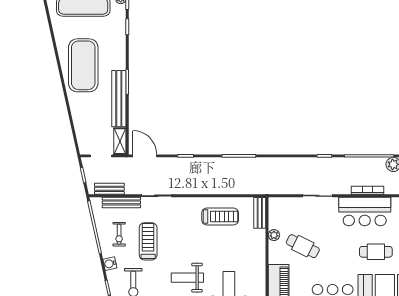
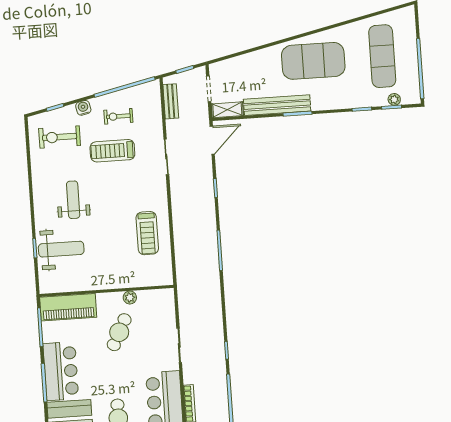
bench: (121, 202) -> (156, 116), removed
bench: (260, 213) -> (155, 279), removed
treadmill: (148, 241) -> (112, 151), turned 180

